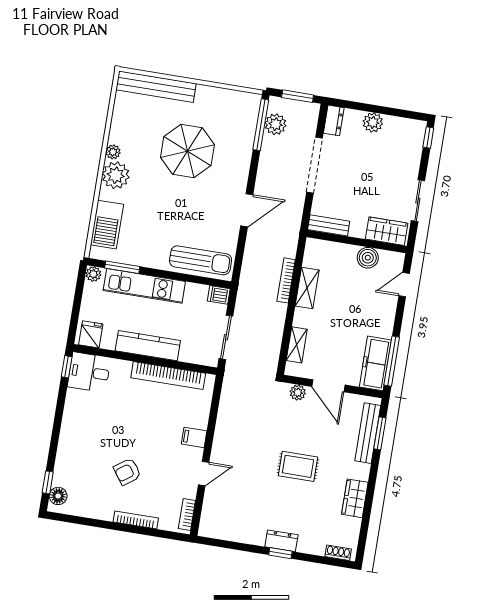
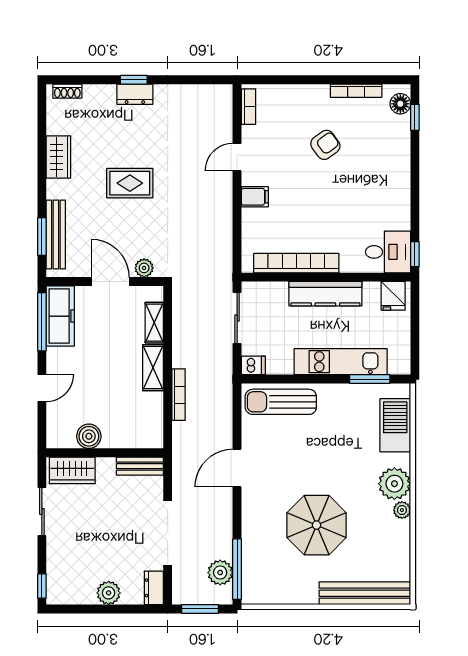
plant: (93, 274) -> (402, 366), removed
door: (404, 285) -> (42, 388), moved
shelving: (307, 288) -> (153, 368), moved
bookcase: (136, 520) -> (356, 91), moved

